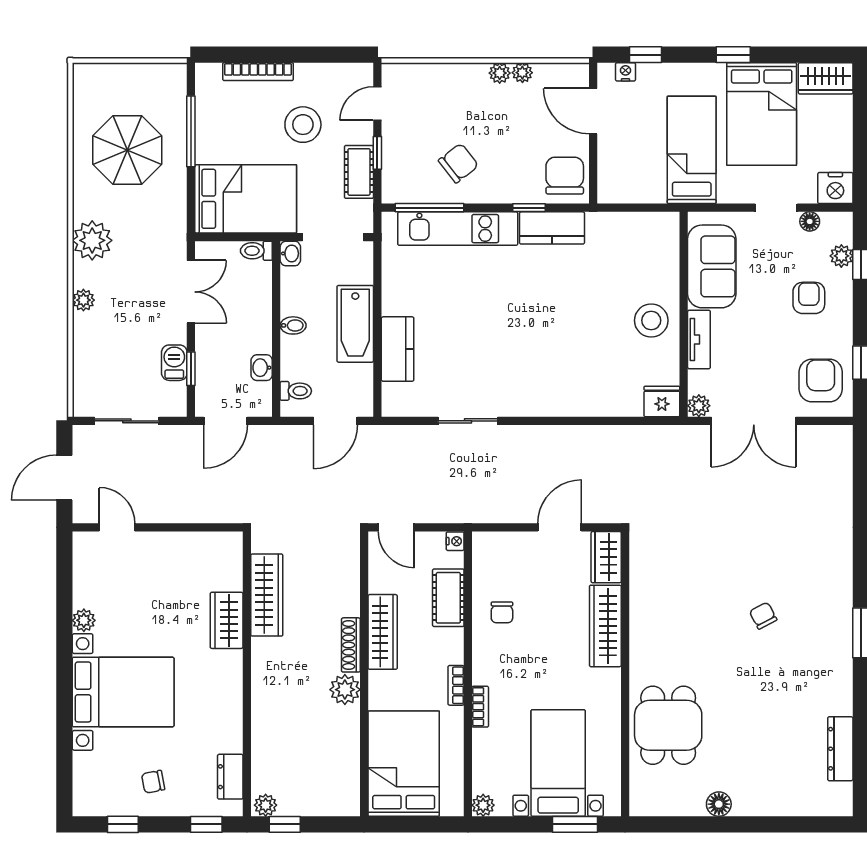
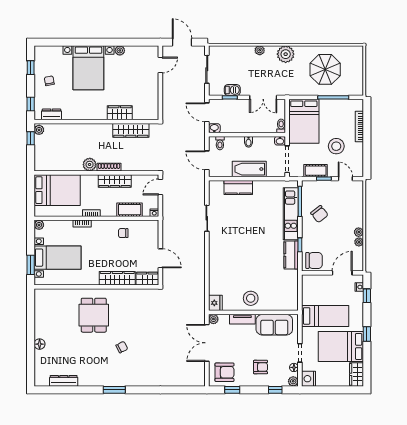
plant: (841, 256) -> (293, 381), moved
washbasin: (262, 368) -> (214, 128), moved
dining table: (668, 725) -> (94, 315), moved, turned 90
floor lamp: (719, 804) -> (40, 344), moved

